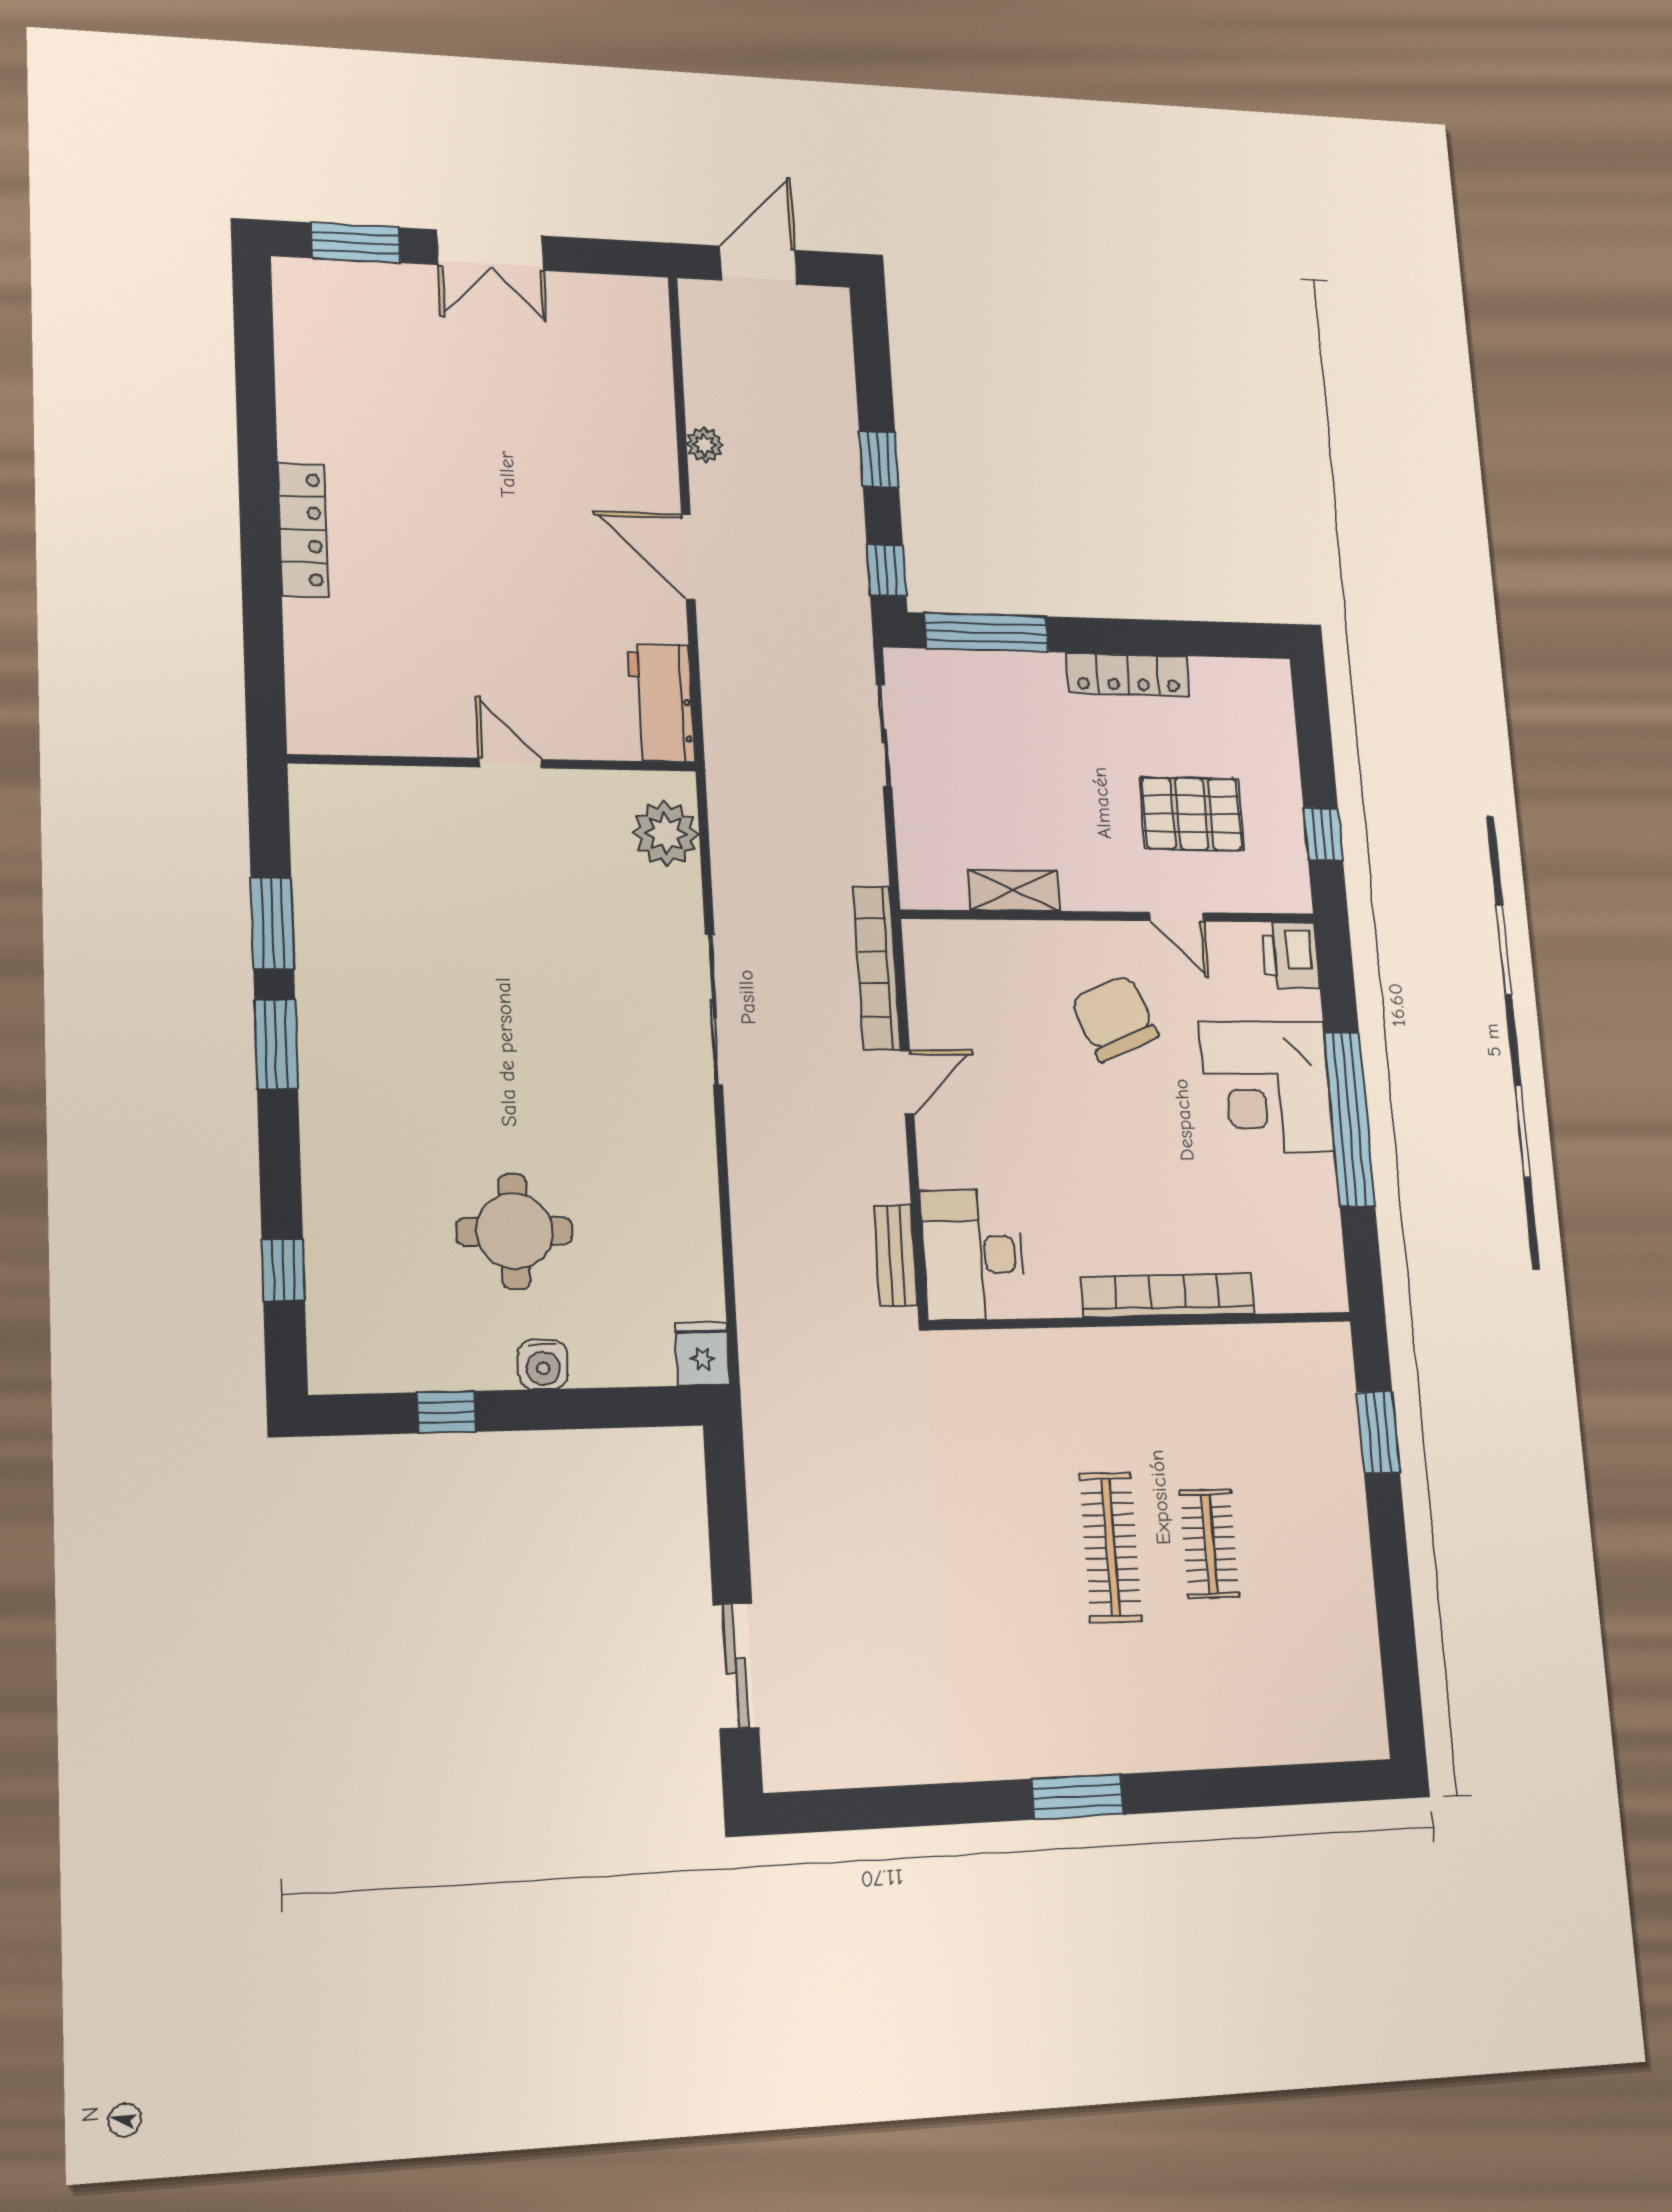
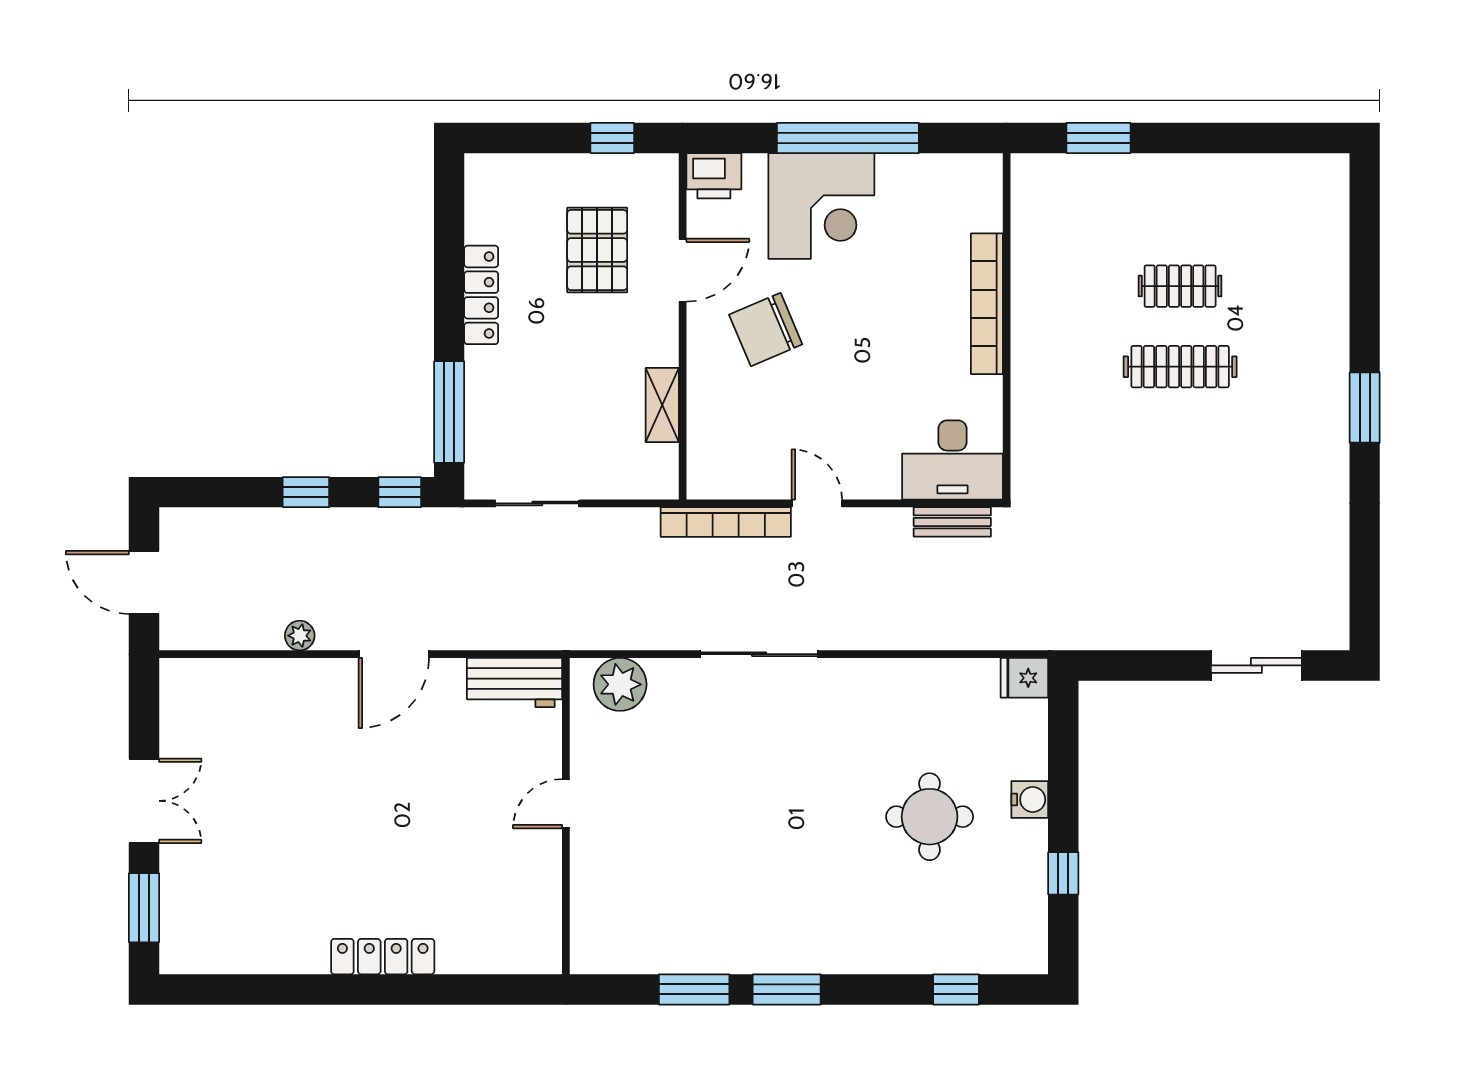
door: (1177, 917) -> (683, 270), width x1.37

